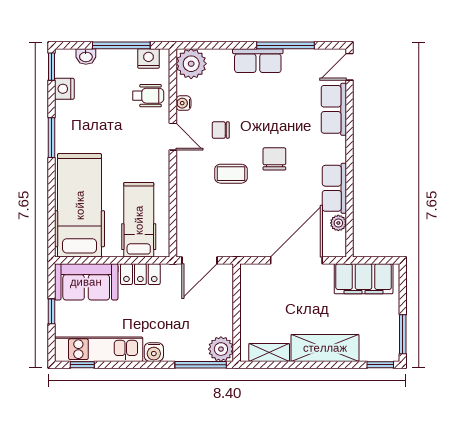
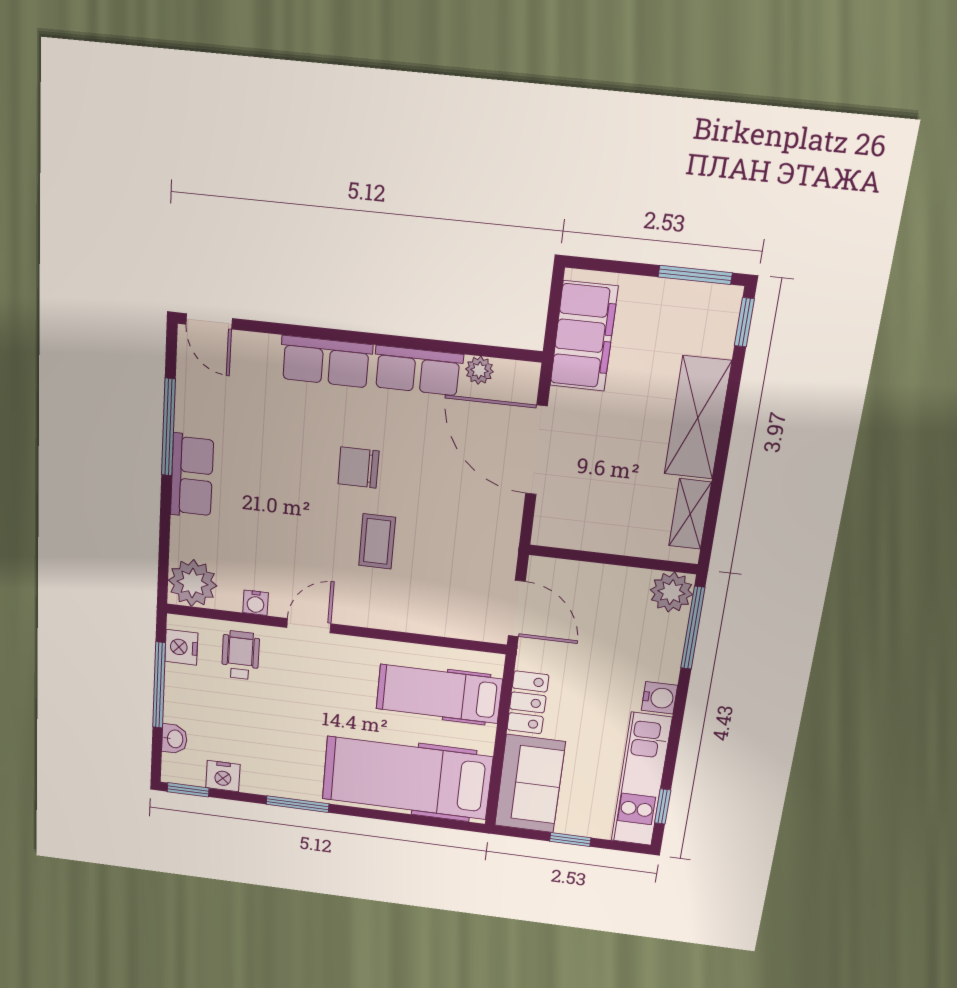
row of seats: (334, 109) -> (326, 362), moved
chair: (221, 130) -> (303, 549), removed

